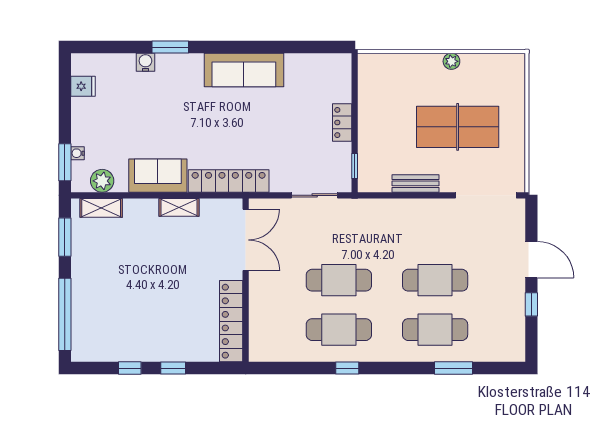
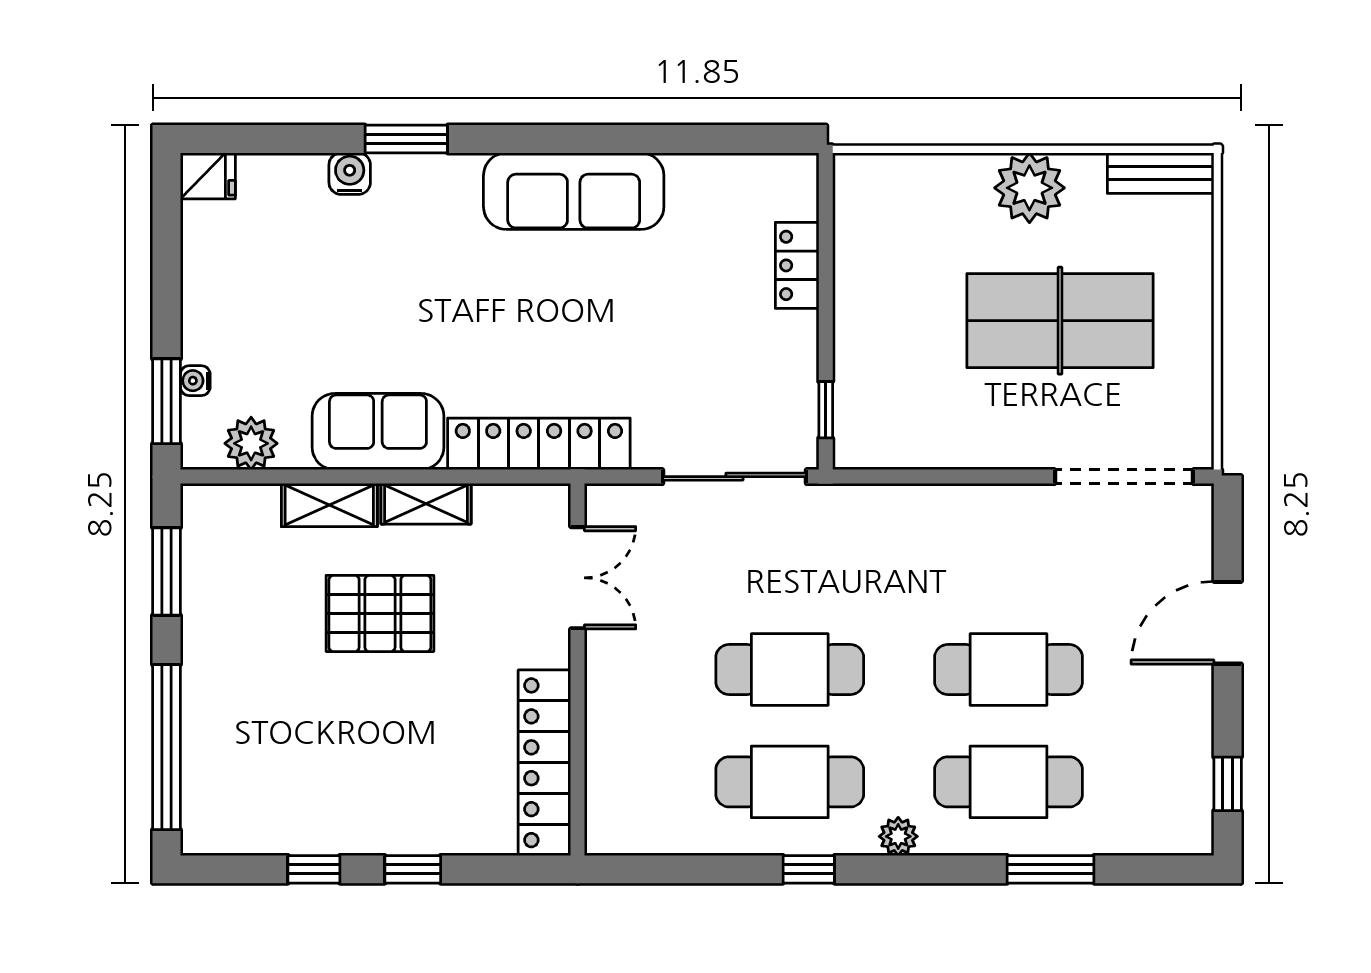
plant: (451, 61) -> (1029, 188), width x1.88, depth x1.88
fridge: (83, 86) -> (208, 176), moved
locker: (342, 122) -> (797, 265), moved
bench: (415, 183) -> (1161, 173), moved
sliding door: (315, 195) -> (734, 477), width x1.37
shelving: (101, 208) -> (329, 505), moved
double door: (246, 240) -> (578, 578), width x0.73
pallet: (159, 256) -> (380, 613), added
door: (531, 260) -> (1228, 623), swing flipped
window: (531, 304) -> (1228, 784), moved
plant: (387, 354) -> (898, 836), added

